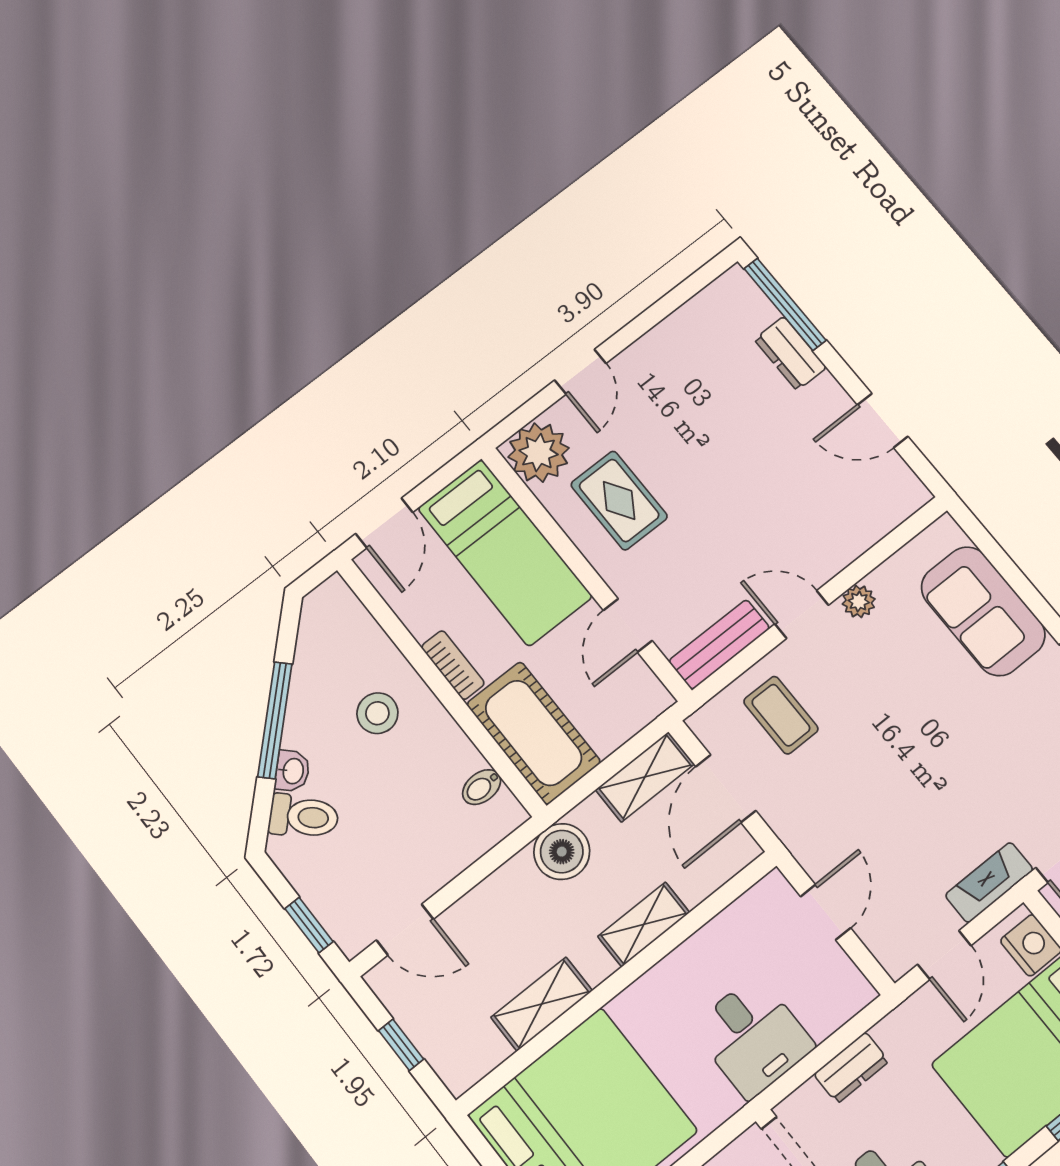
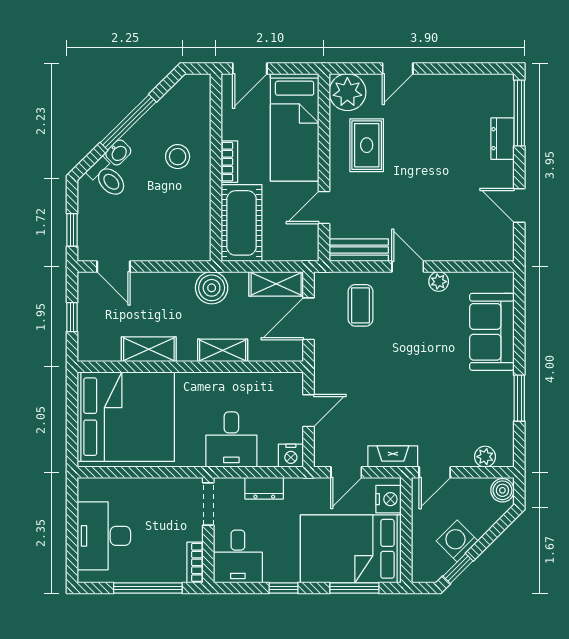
bidet: (482, 787) -> (198, 229), removed
nightstand: (851, 993) -> (291, 456), added

